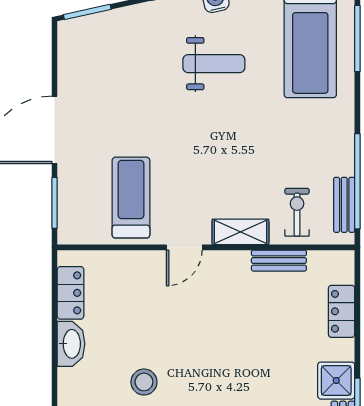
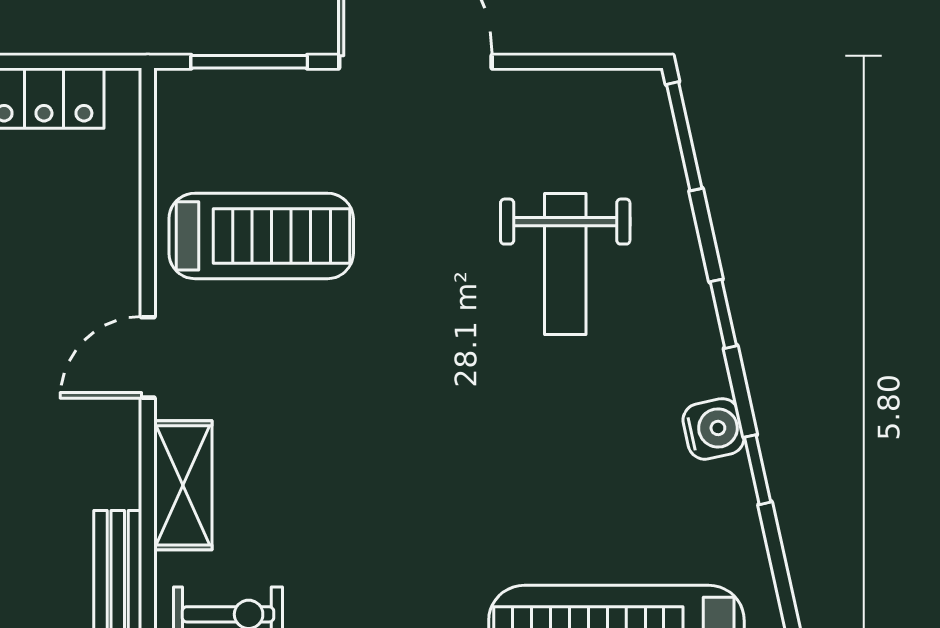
weight bench: (214, 64) -> (565, 264), moved
door: (184, 247) -> (148, 357), hinge flipped

